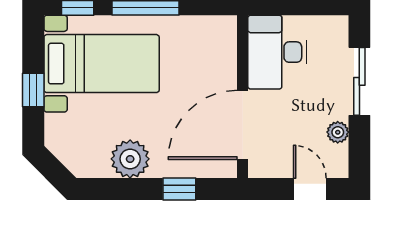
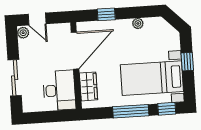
wardrobe: (222, 56) -> (88, 86), added
plant: (338, 132) -> (23, 33), moved
plant: (130, 159) -> (138, 23), width x0.53, depth x0.53

